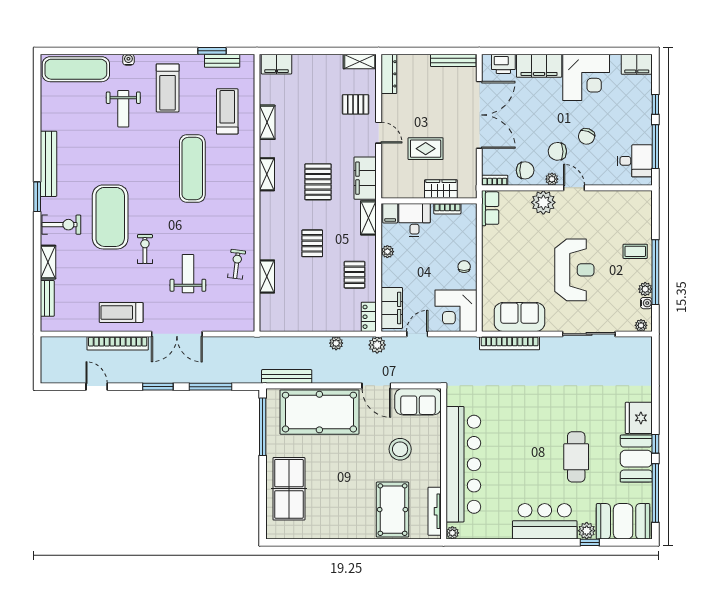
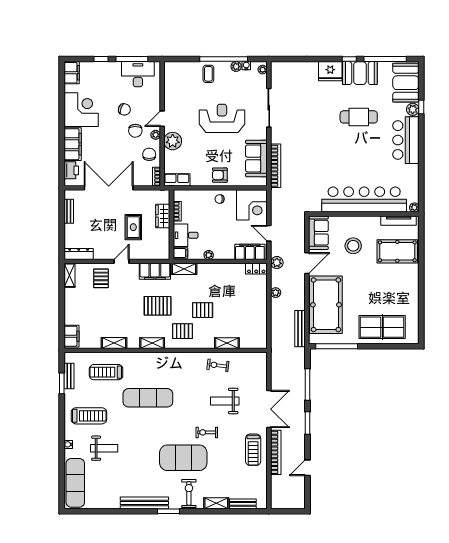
bench: (453, 60) -> (69, 211), width x0.73
desk: (635, 161) -> (138, 74), width x1.37
armchair: (497, 267) -> (220, 175), added
pallet: (355, 275) -> (183, 331), moved

